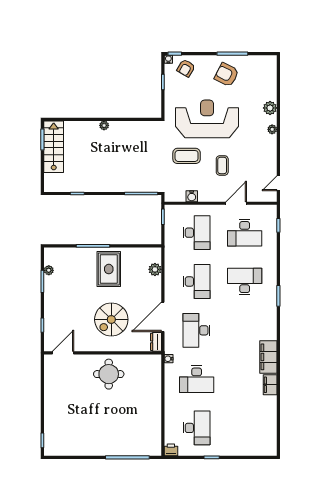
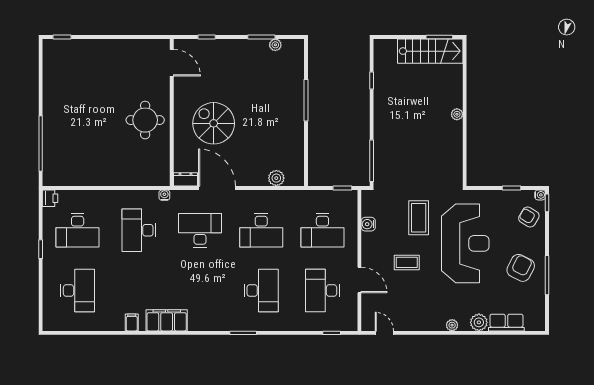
row of seats: (270, 86) -> (506, 323), added
rug: (109, 269) -> (277, 120), removed
filing cabinet: (270, 385) -> (132, 322), width x0.50
desk: (245, 428) -> (78, 291), added

